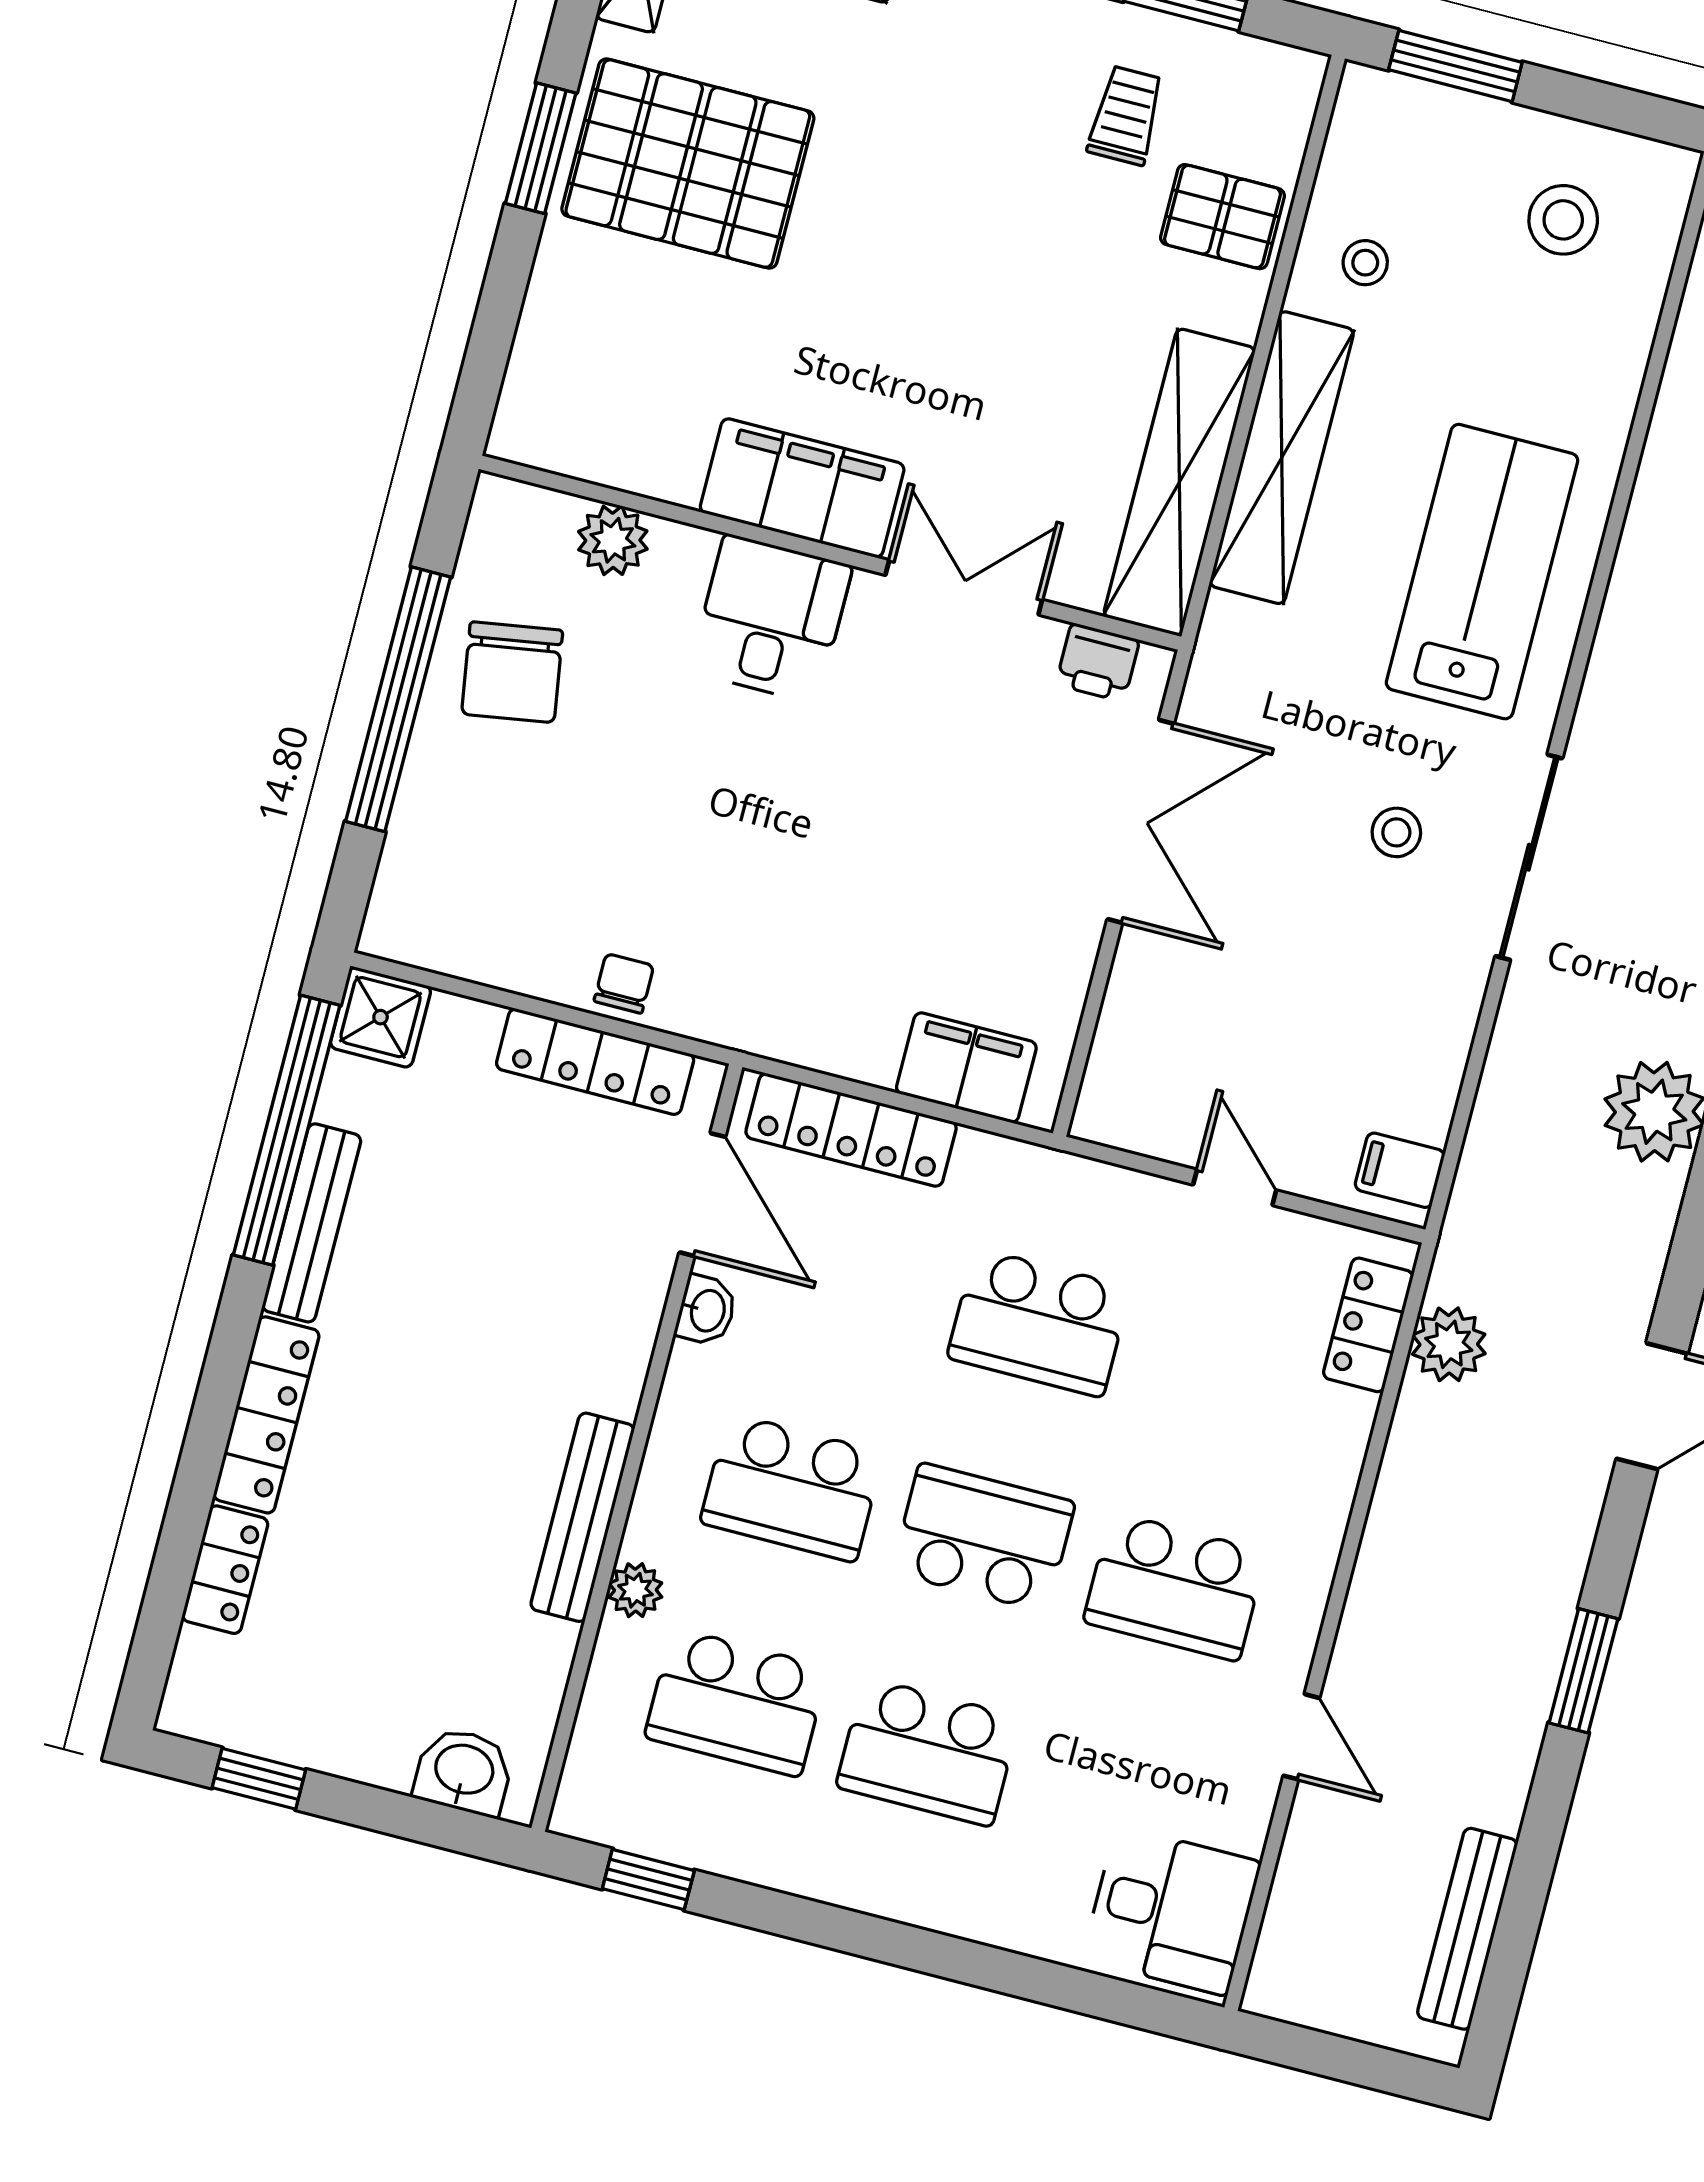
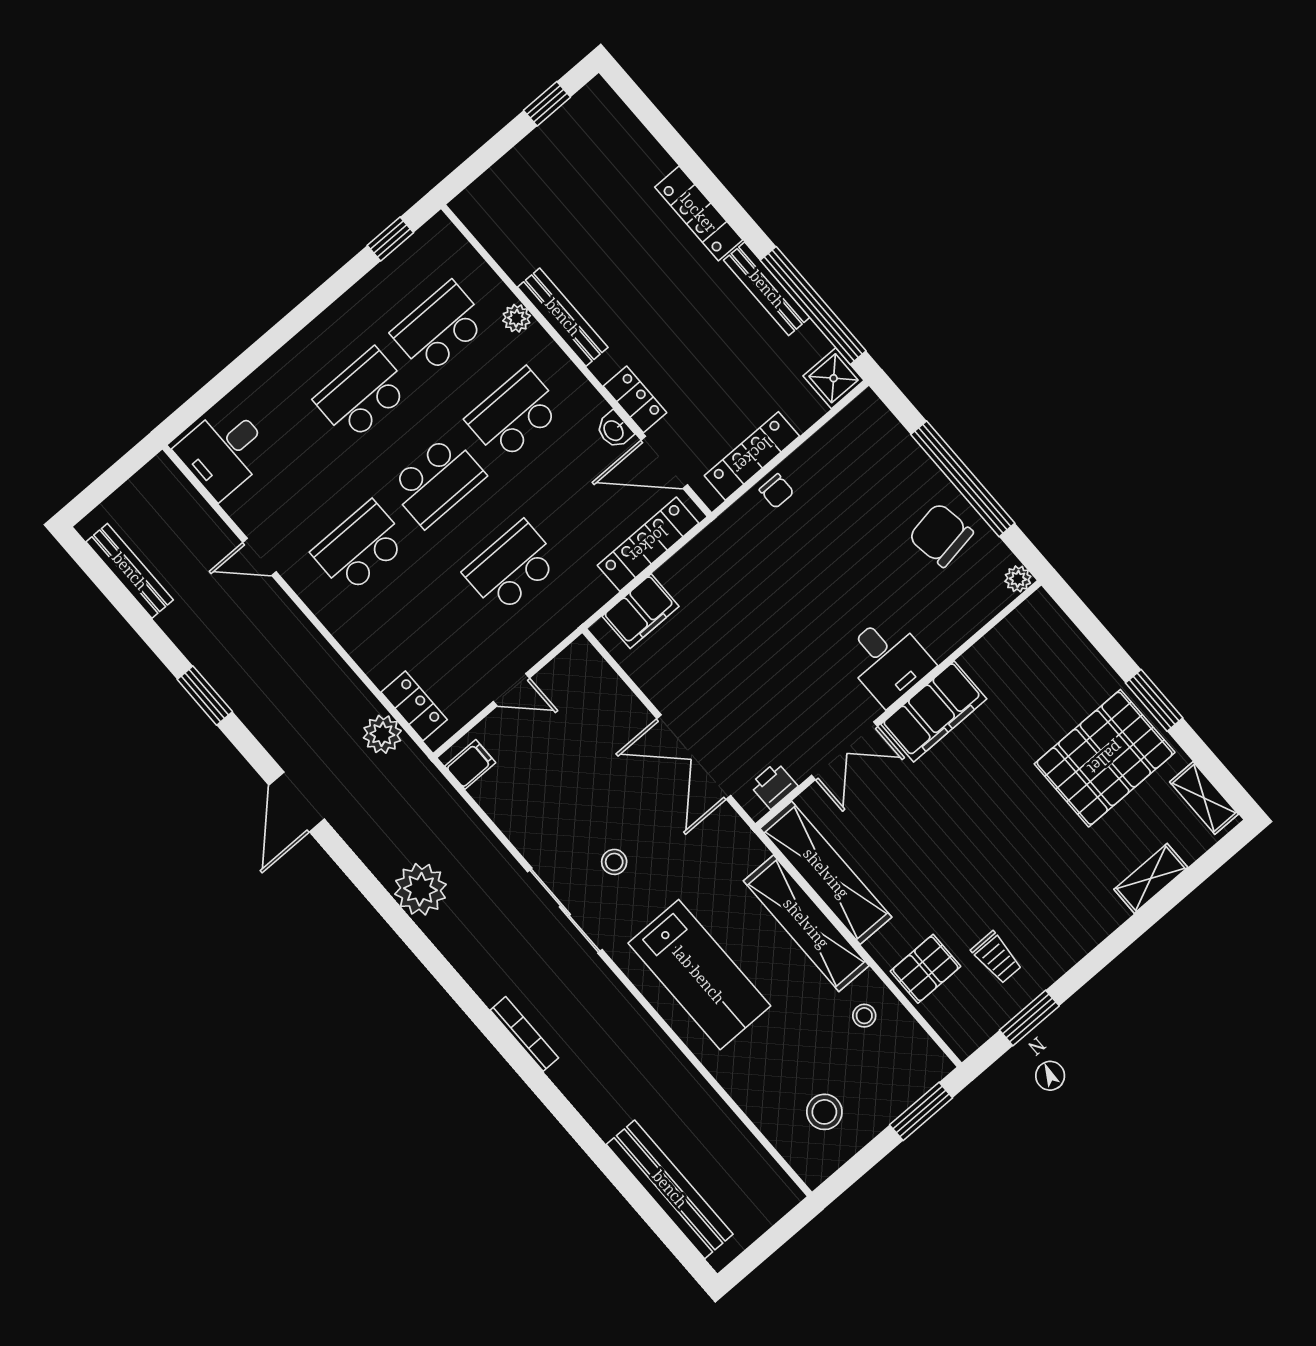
plant: (613, 540) -> (1018, 579), moved, width x0.73, depth x0.73
locker: (225, 1570) -> (635, 399), moved, turned 180
washbasin: (464, 1771) -> (490, 192), removed

